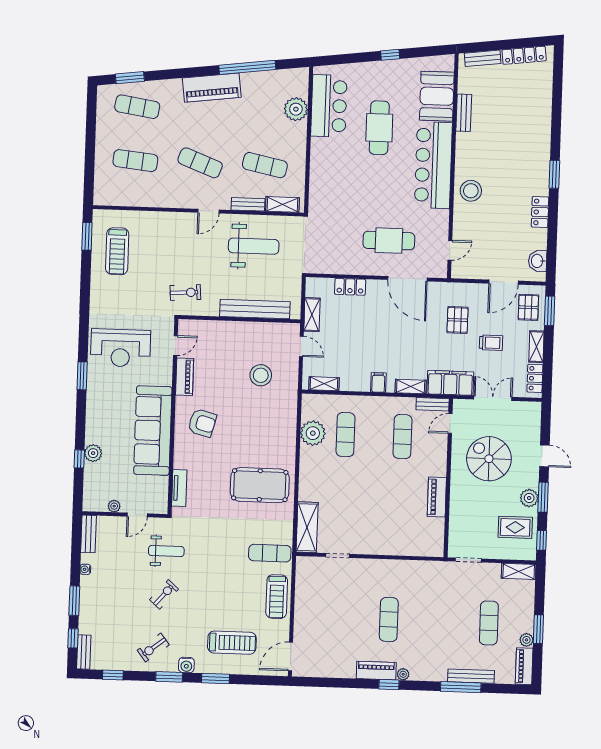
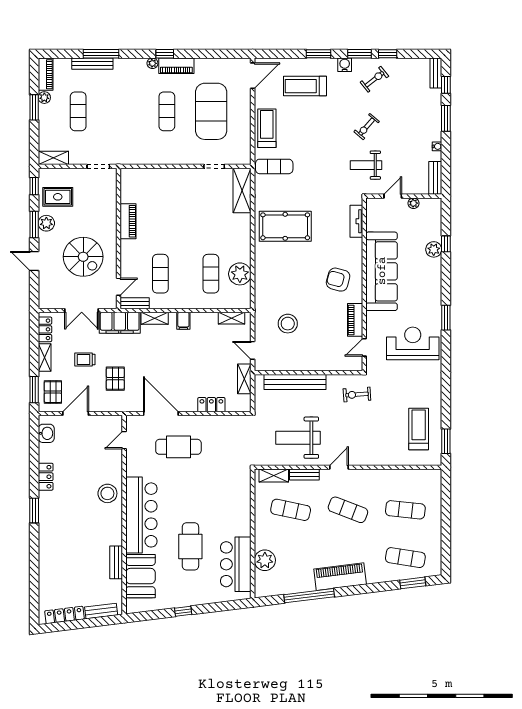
exercise mat: (339, 618) -> (211, 111), added
window: (113, 675) -> (388, 54), moved

